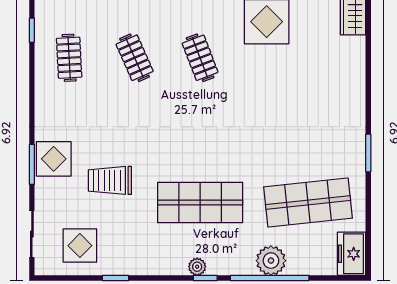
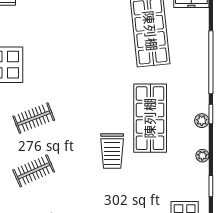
trolley: (110, 180) -> (112, 151), moved
plant: (271, 261) -> (202, 156), moved, width x0.53, depth x0.53

